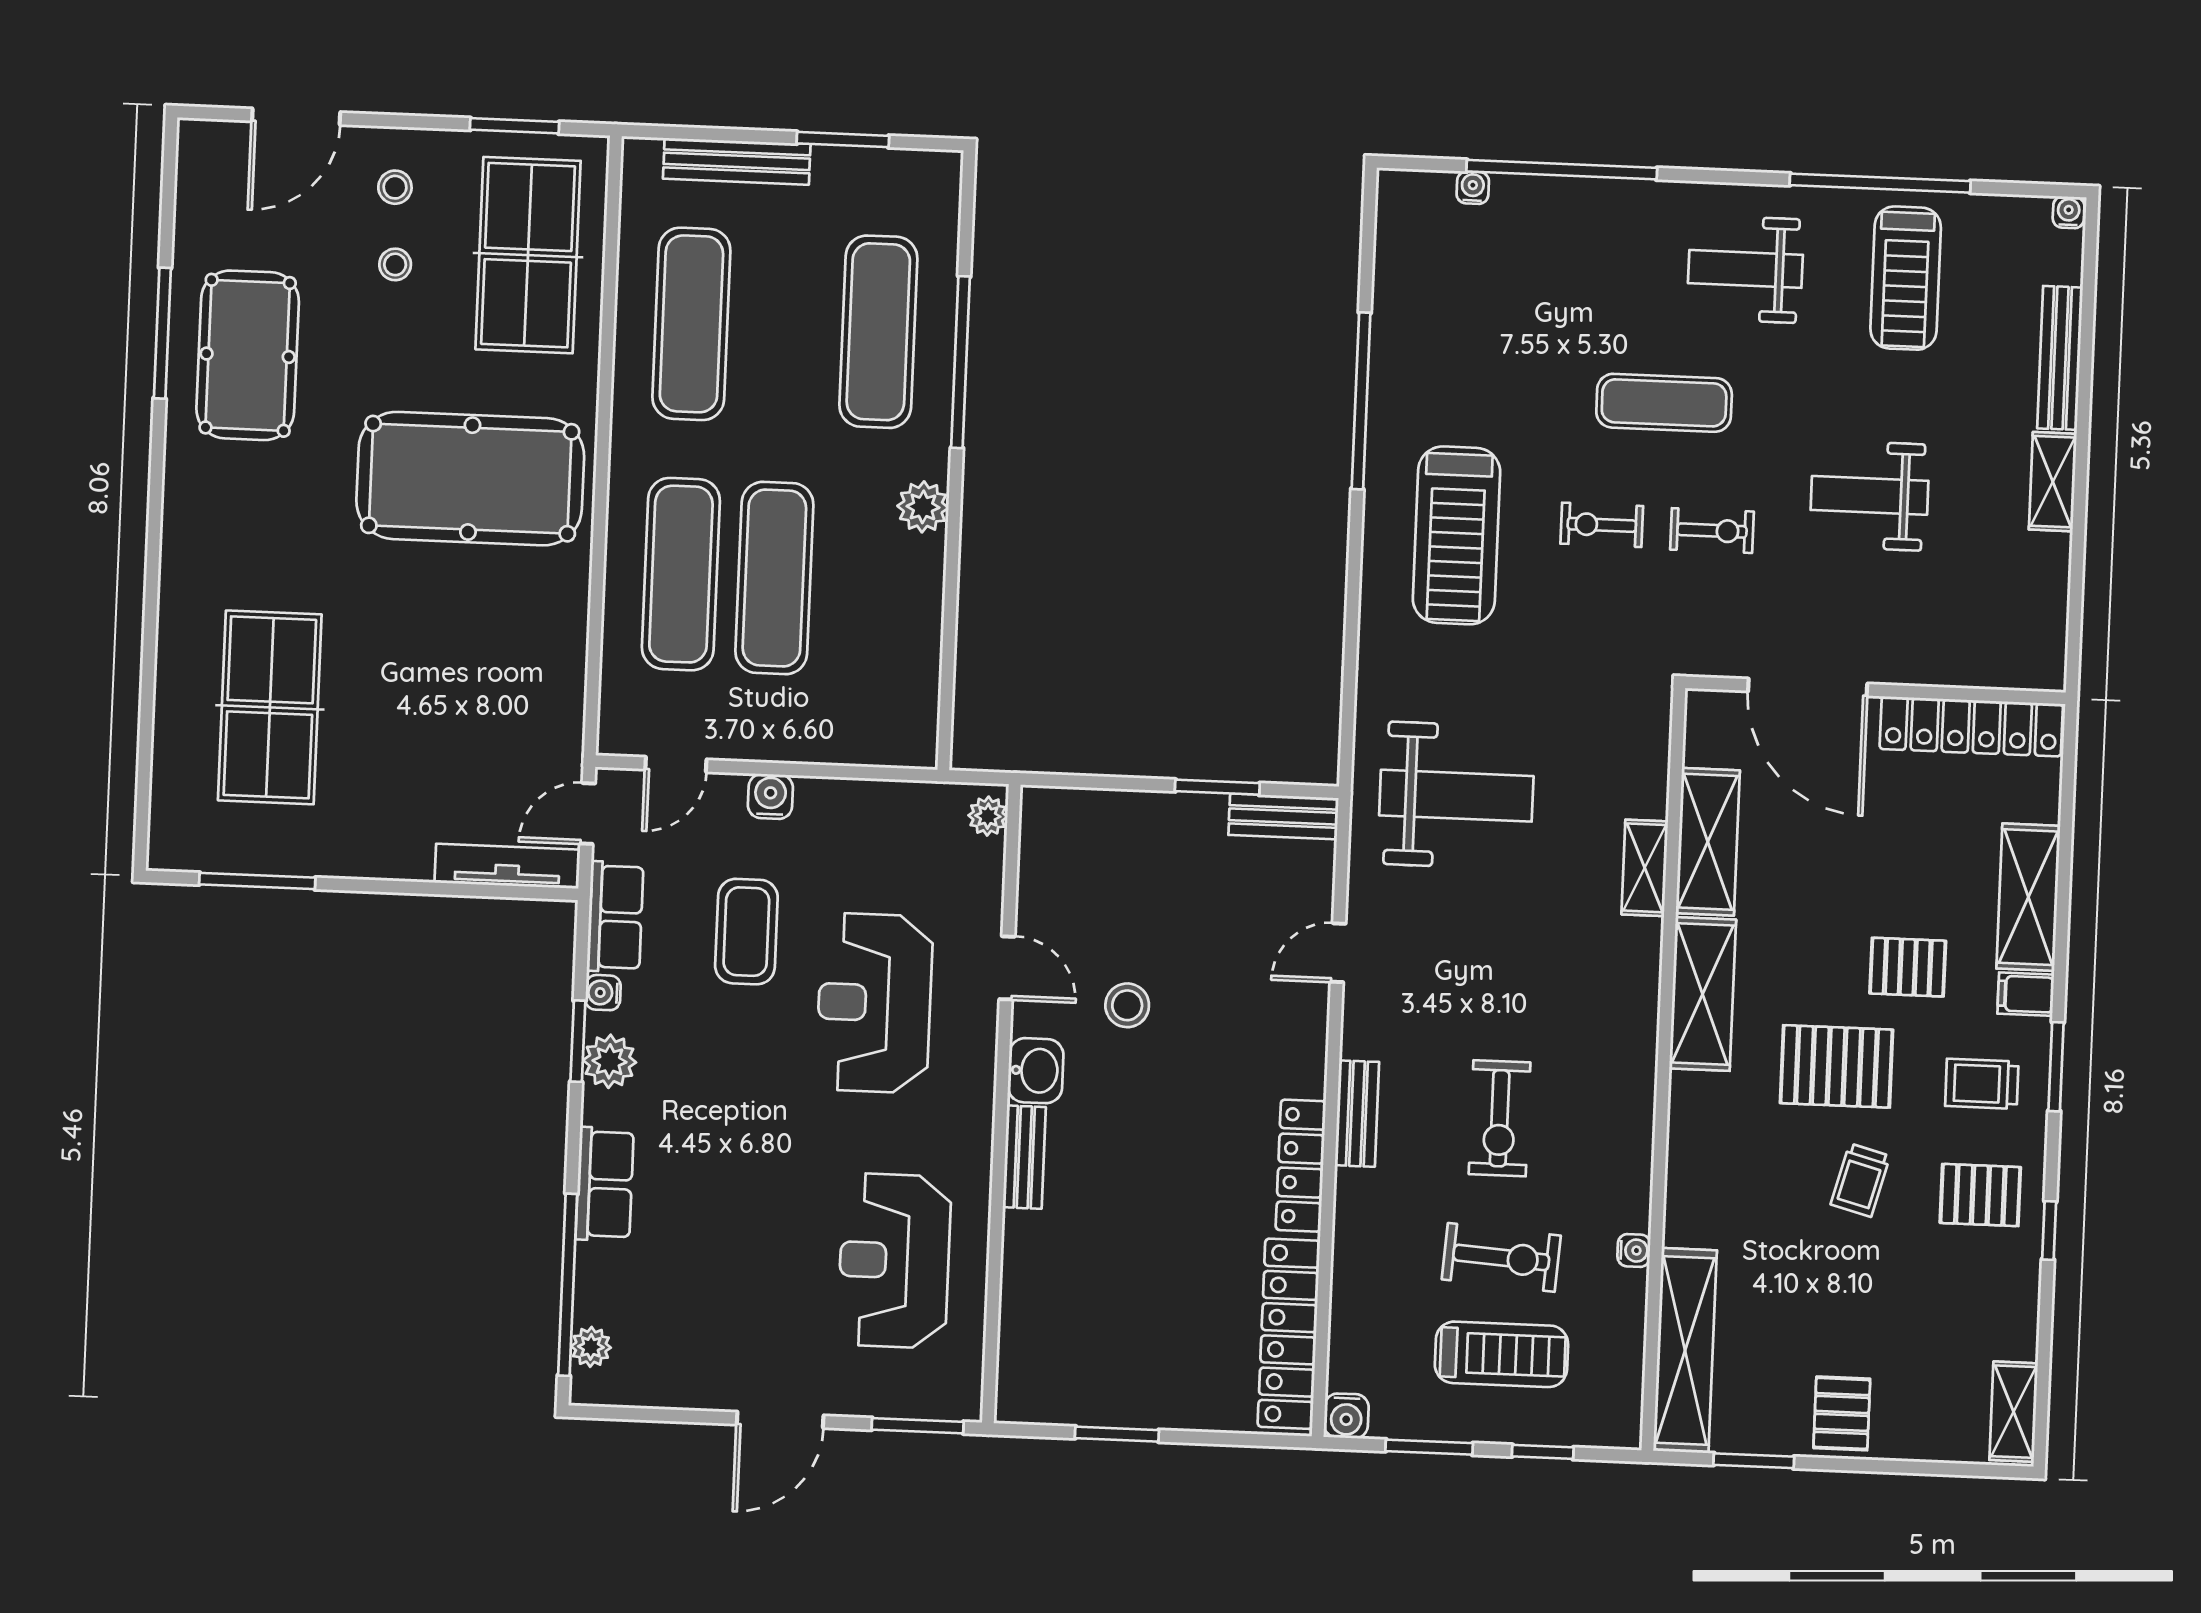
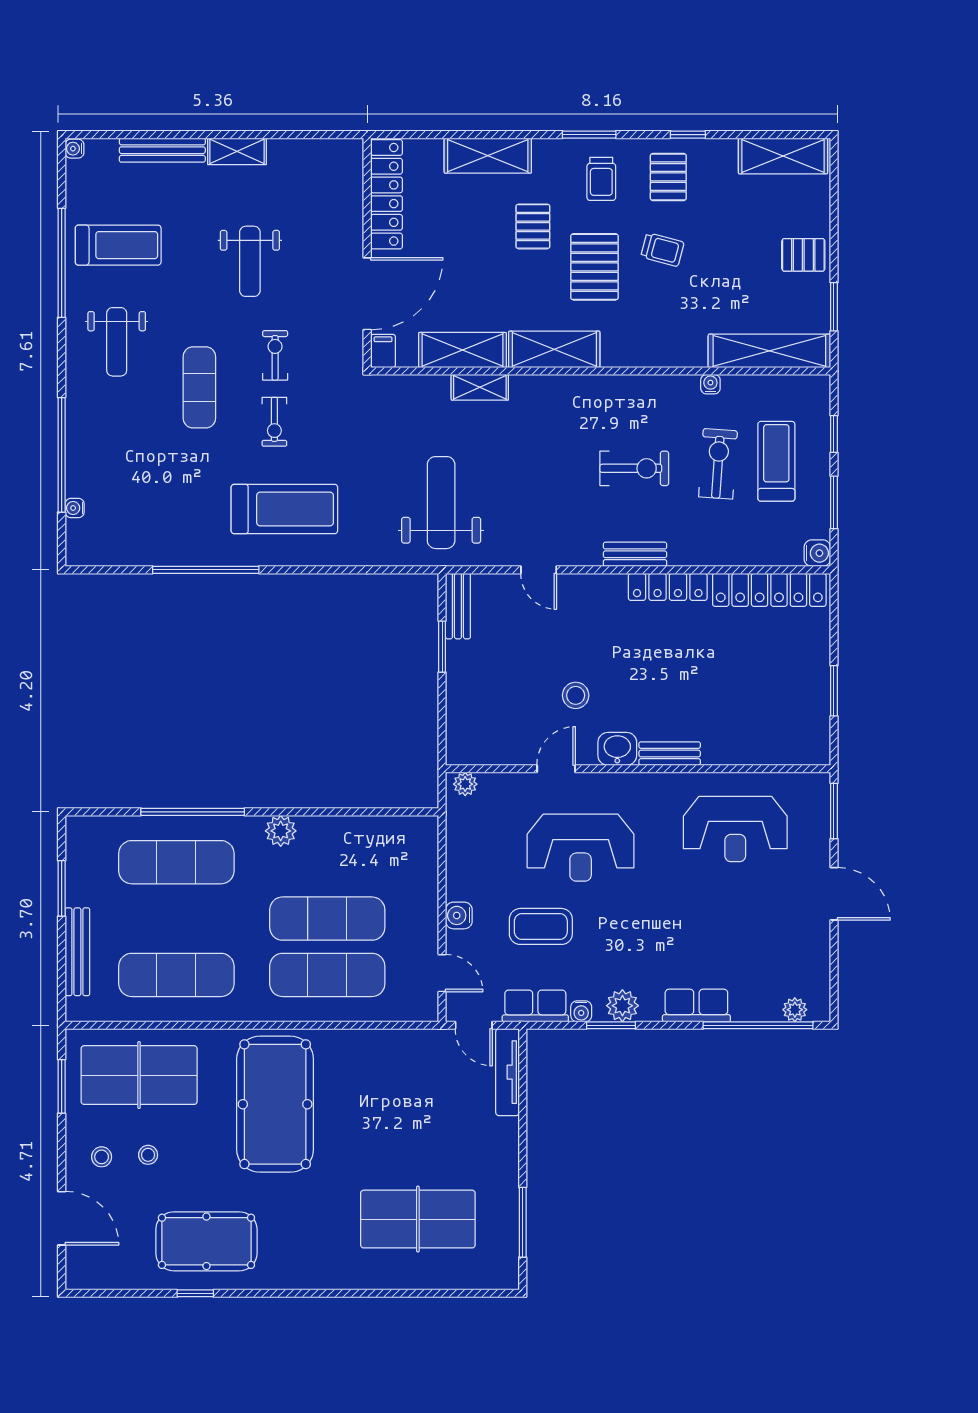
window: (162, 333) -> (195, 1293), width x0.46
filing cabinet: (2026, 994) -> (383, 351), moved, turned 180
shelving: (2014, 1412) -> (783, 156), width x1.50, depth x1.33

